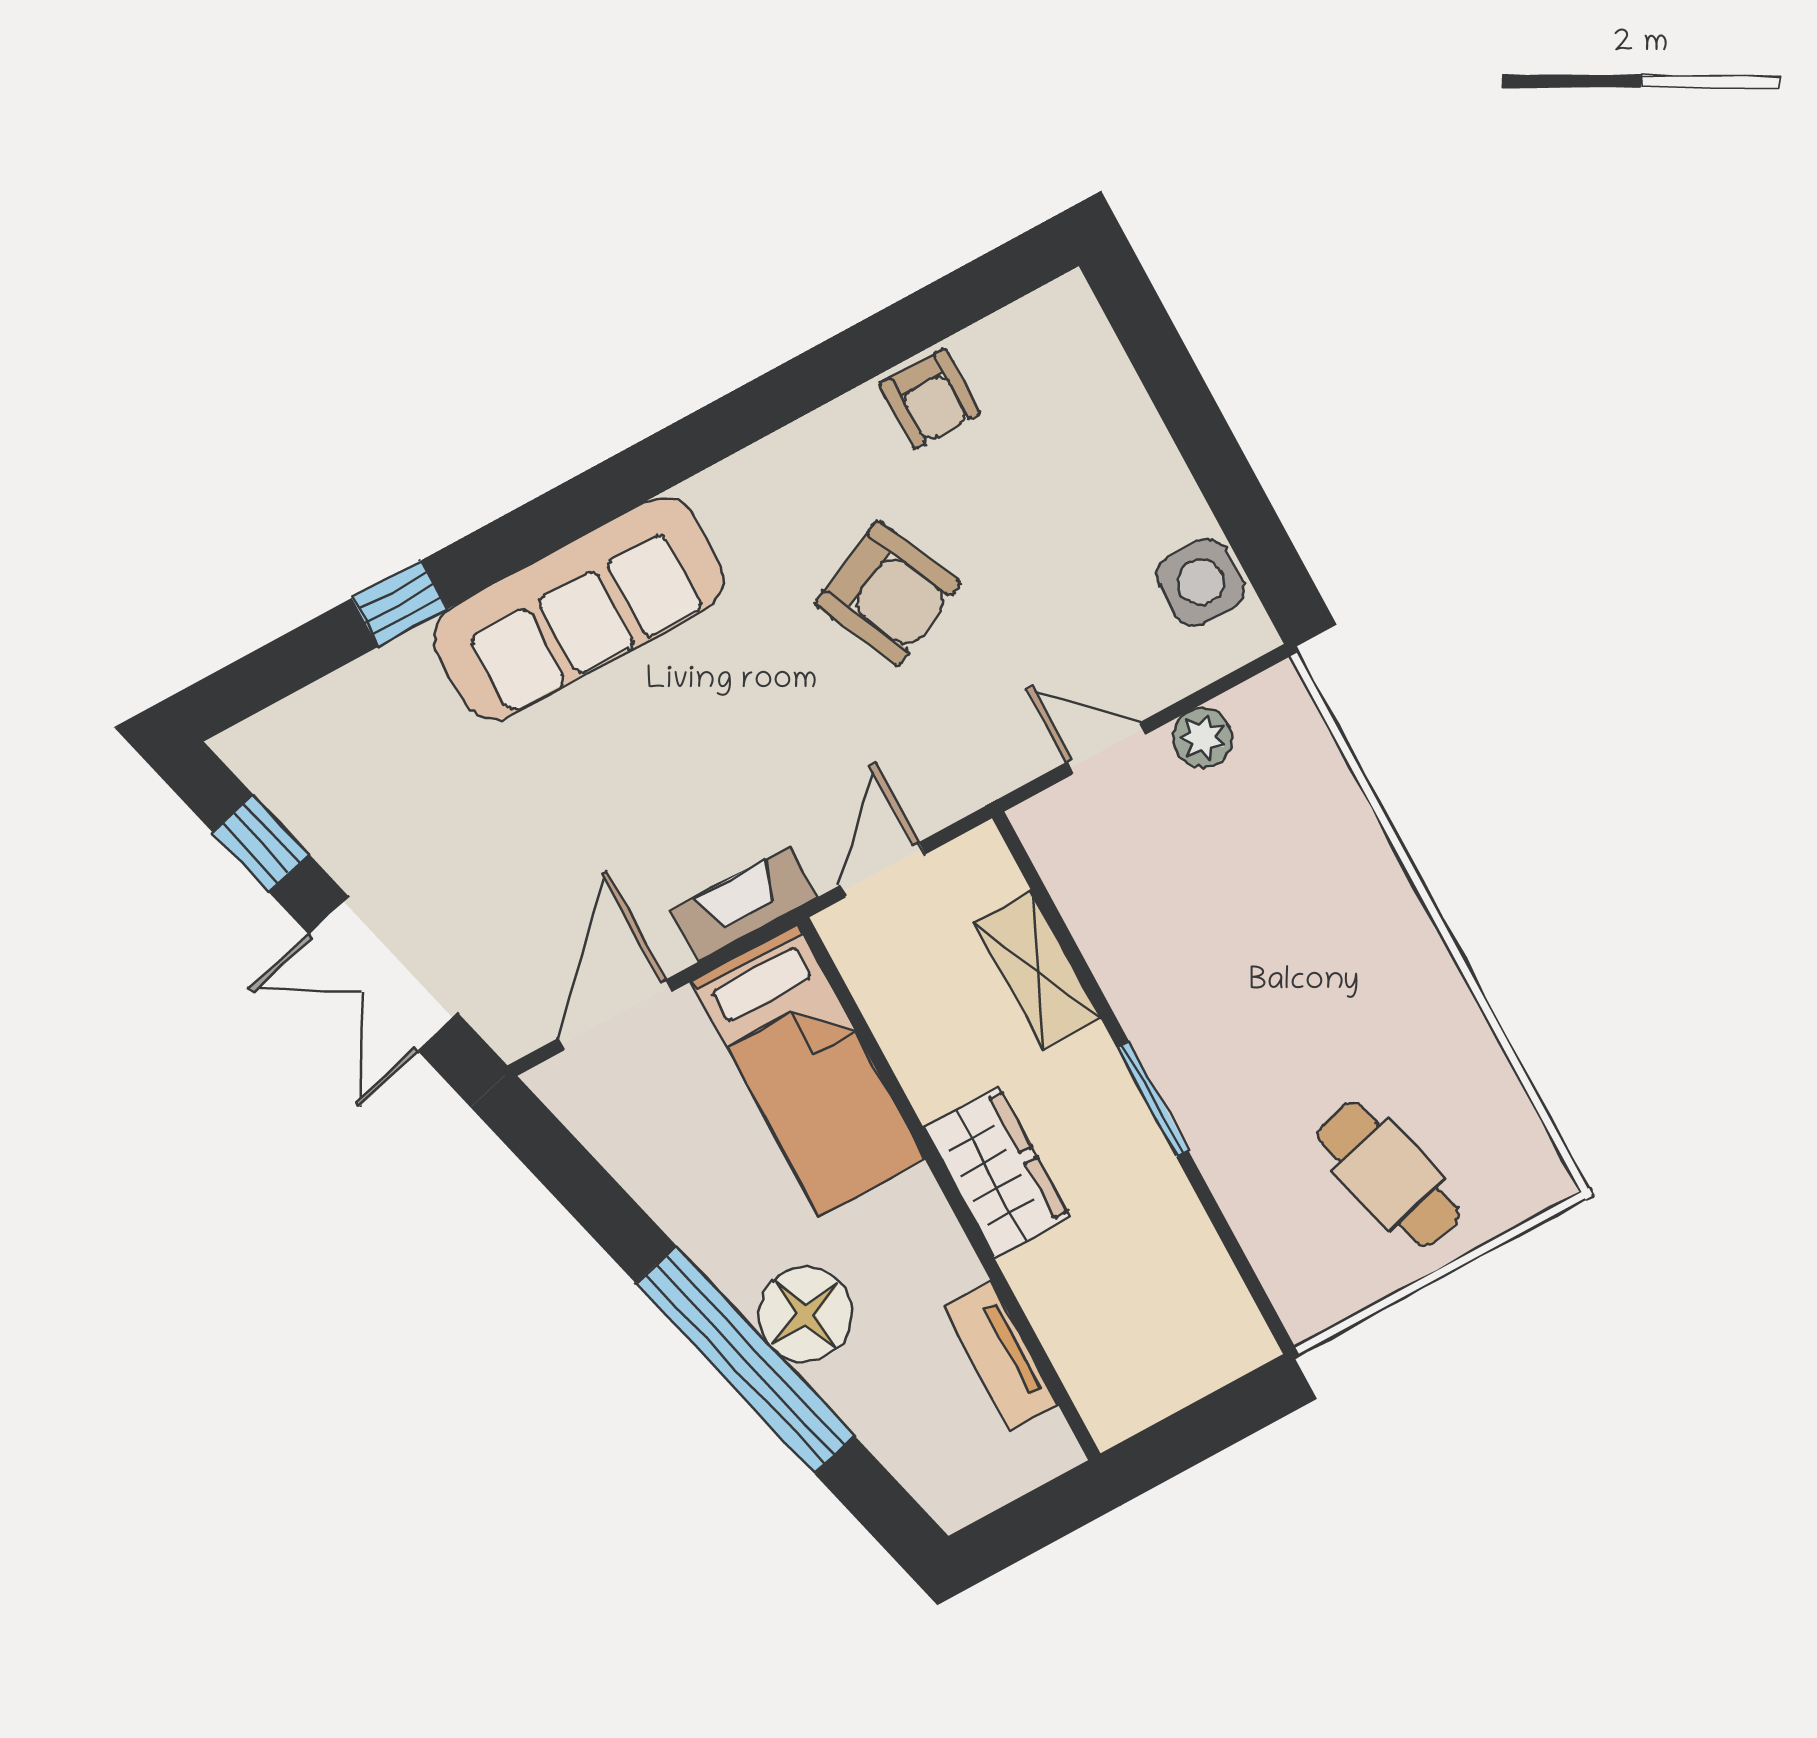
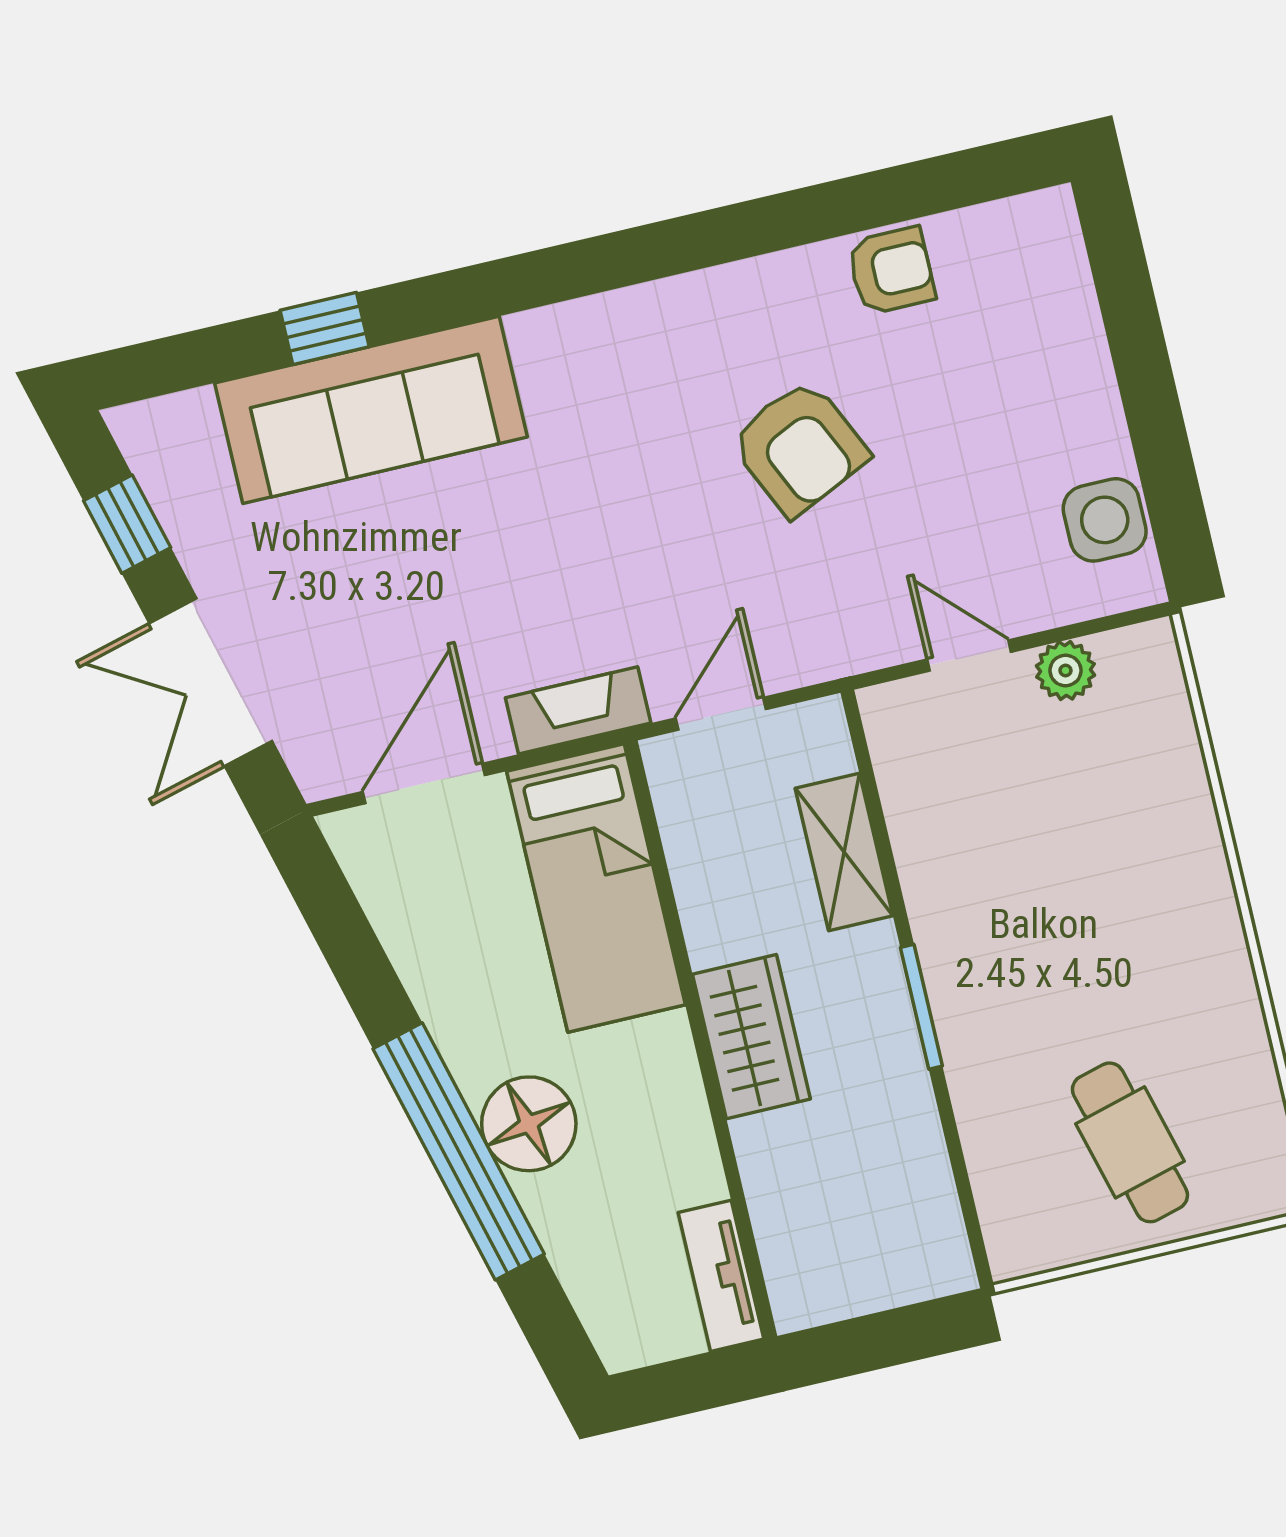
armchair: (930, 399) -> (891, 271), turned -90
sofa: (579, 608) -> (371, 410), moved
tv unit: (1001, 1356) -> (721, 1276), moved

